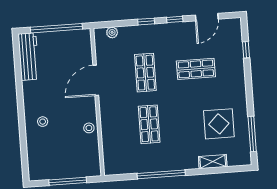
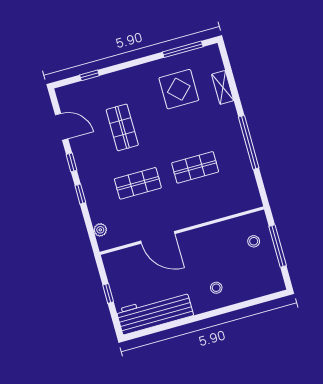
window: (56, 28) -> (108, 293), width x0.32
workbench: (29, 56) -> (155, 312), width x1.36, depth x1.32
stool: (89, 128) -> (254, 241), moved

